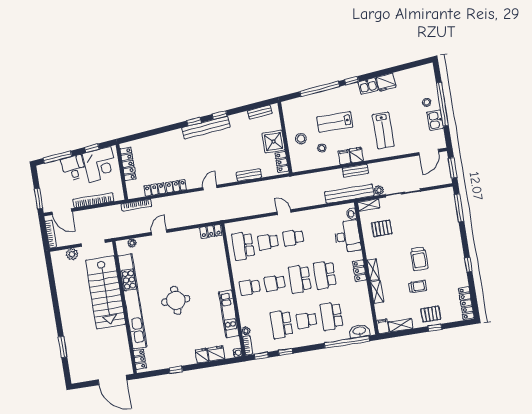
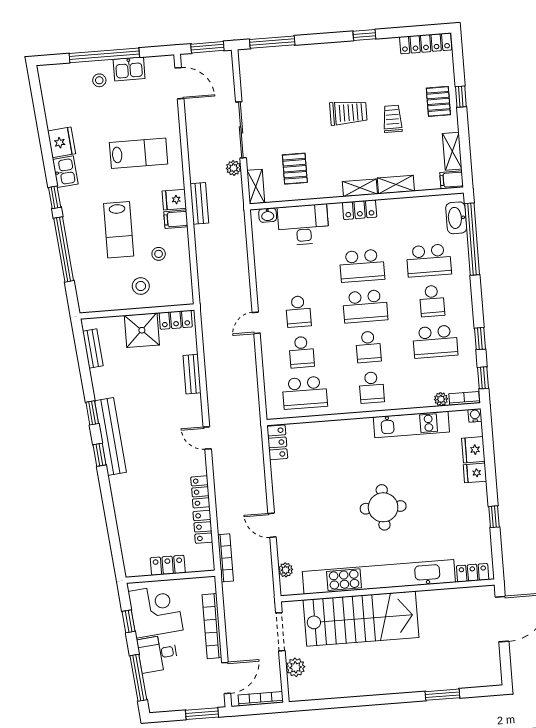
locker: (128, 164) -> (168, 565), width x0.66
bench: (349, 194) -> (235, 216), removed

